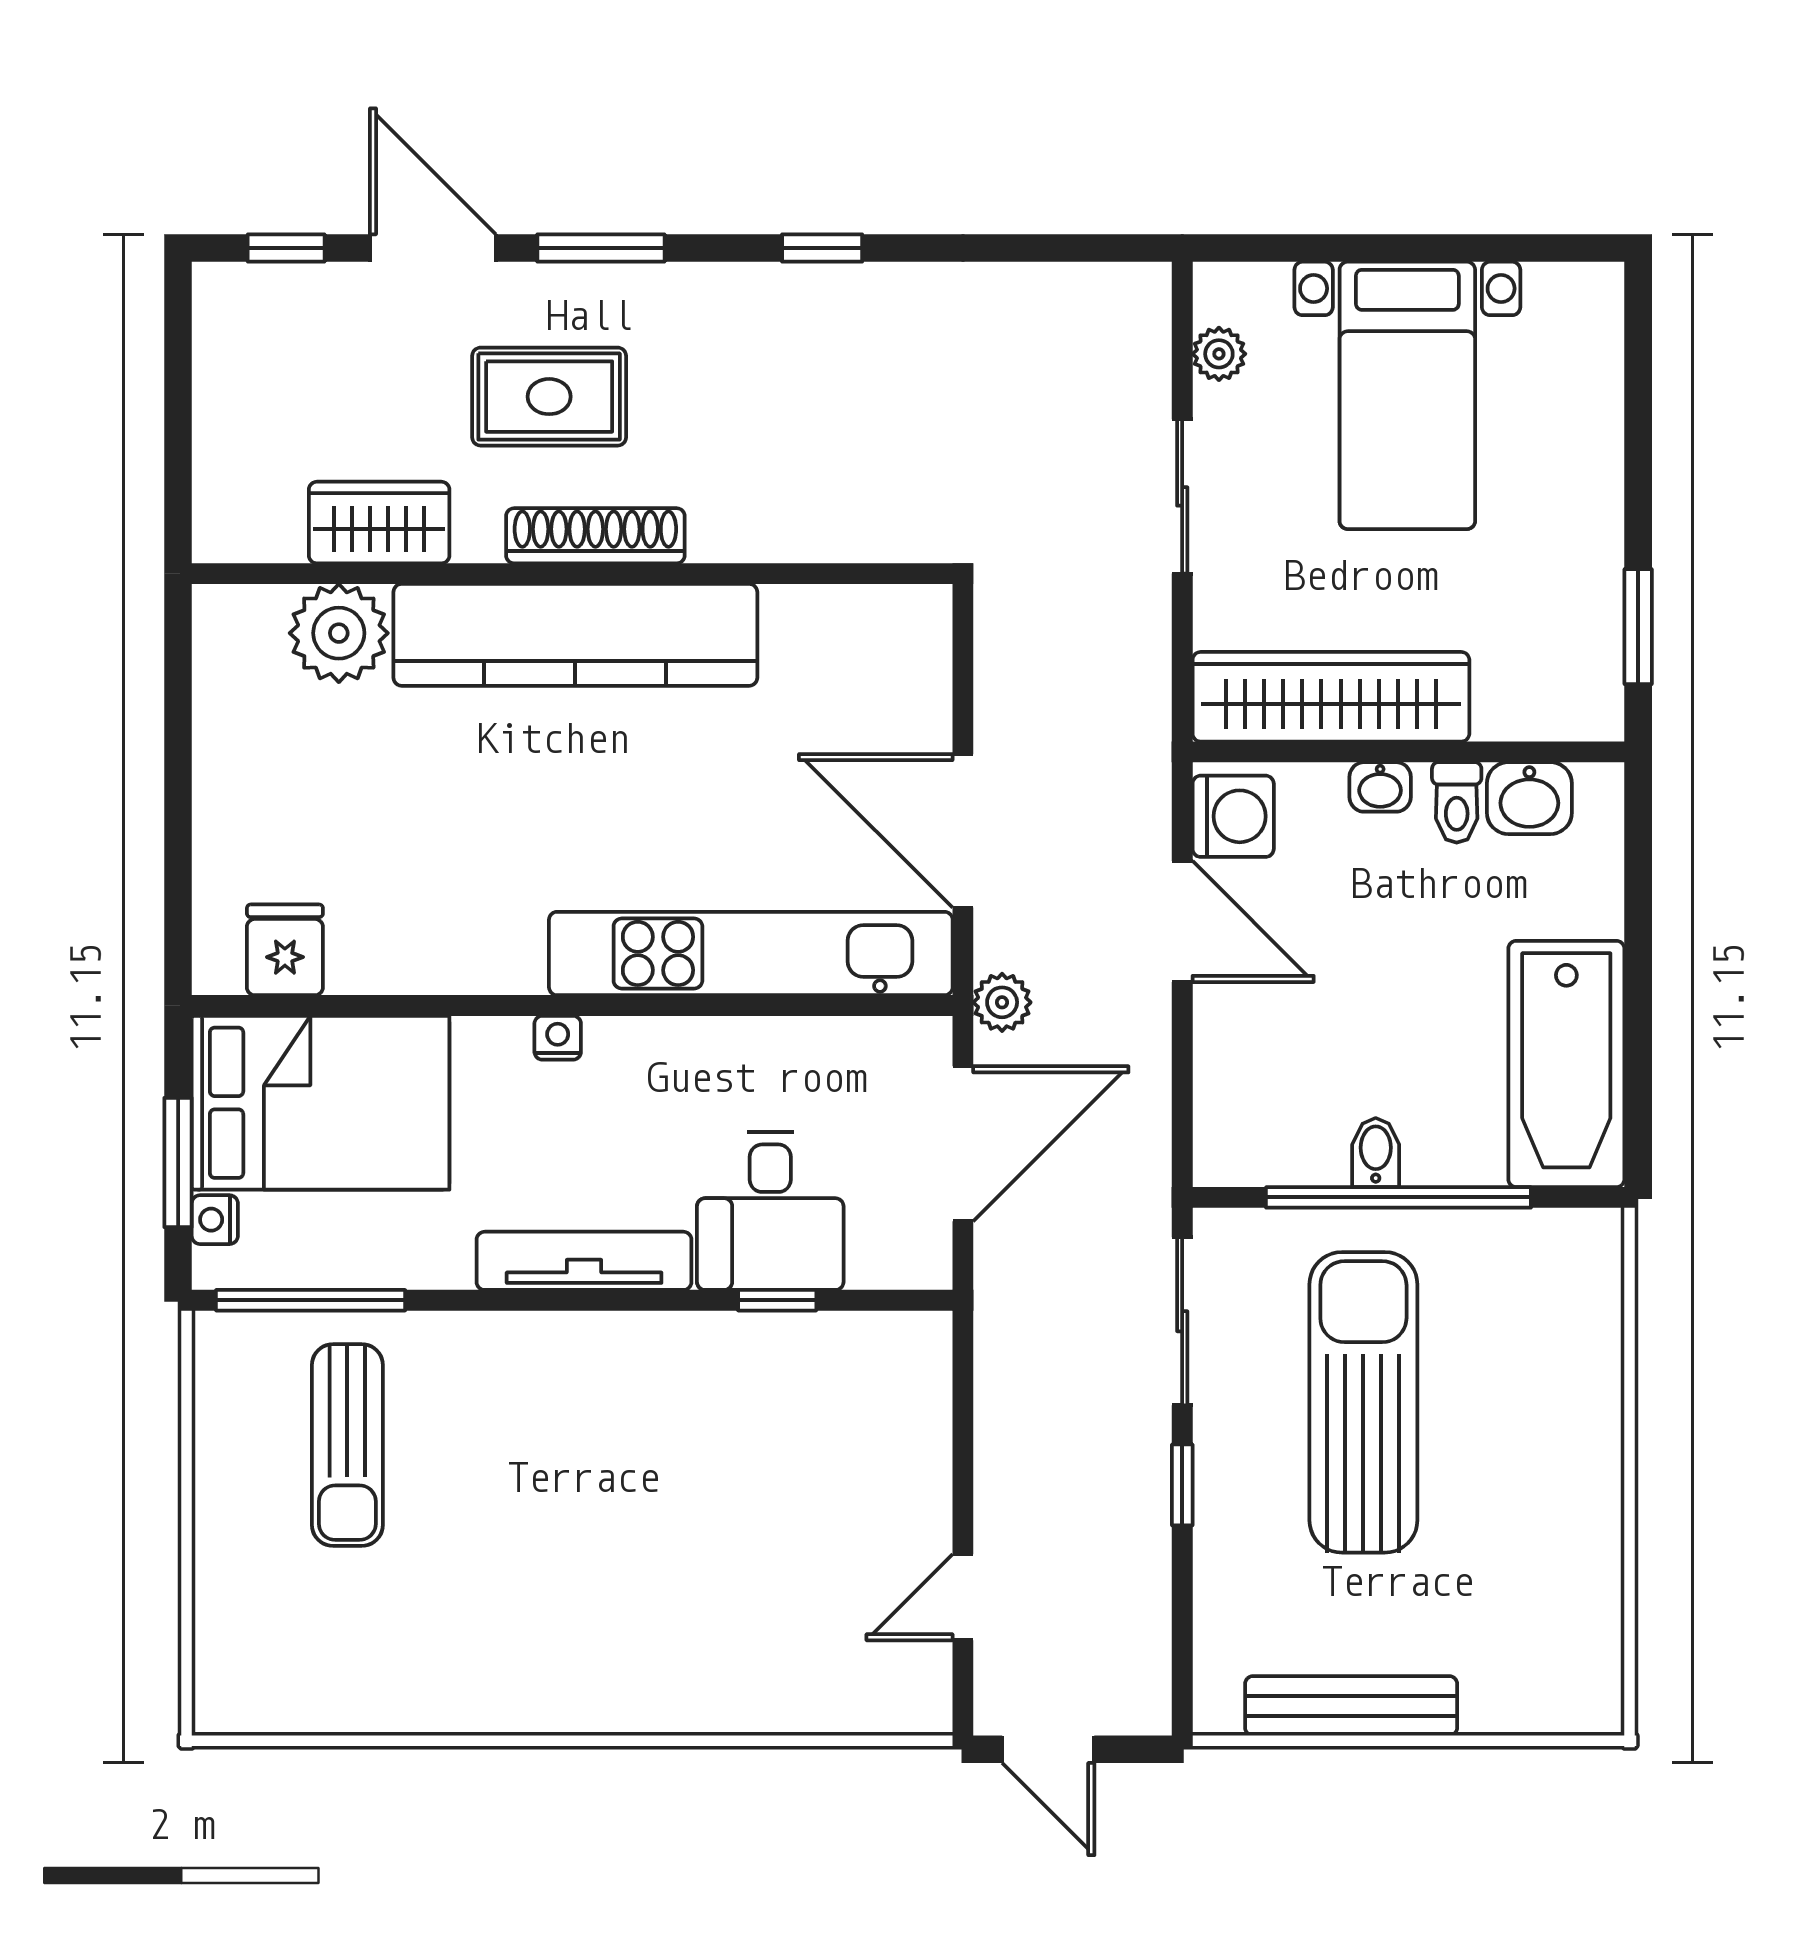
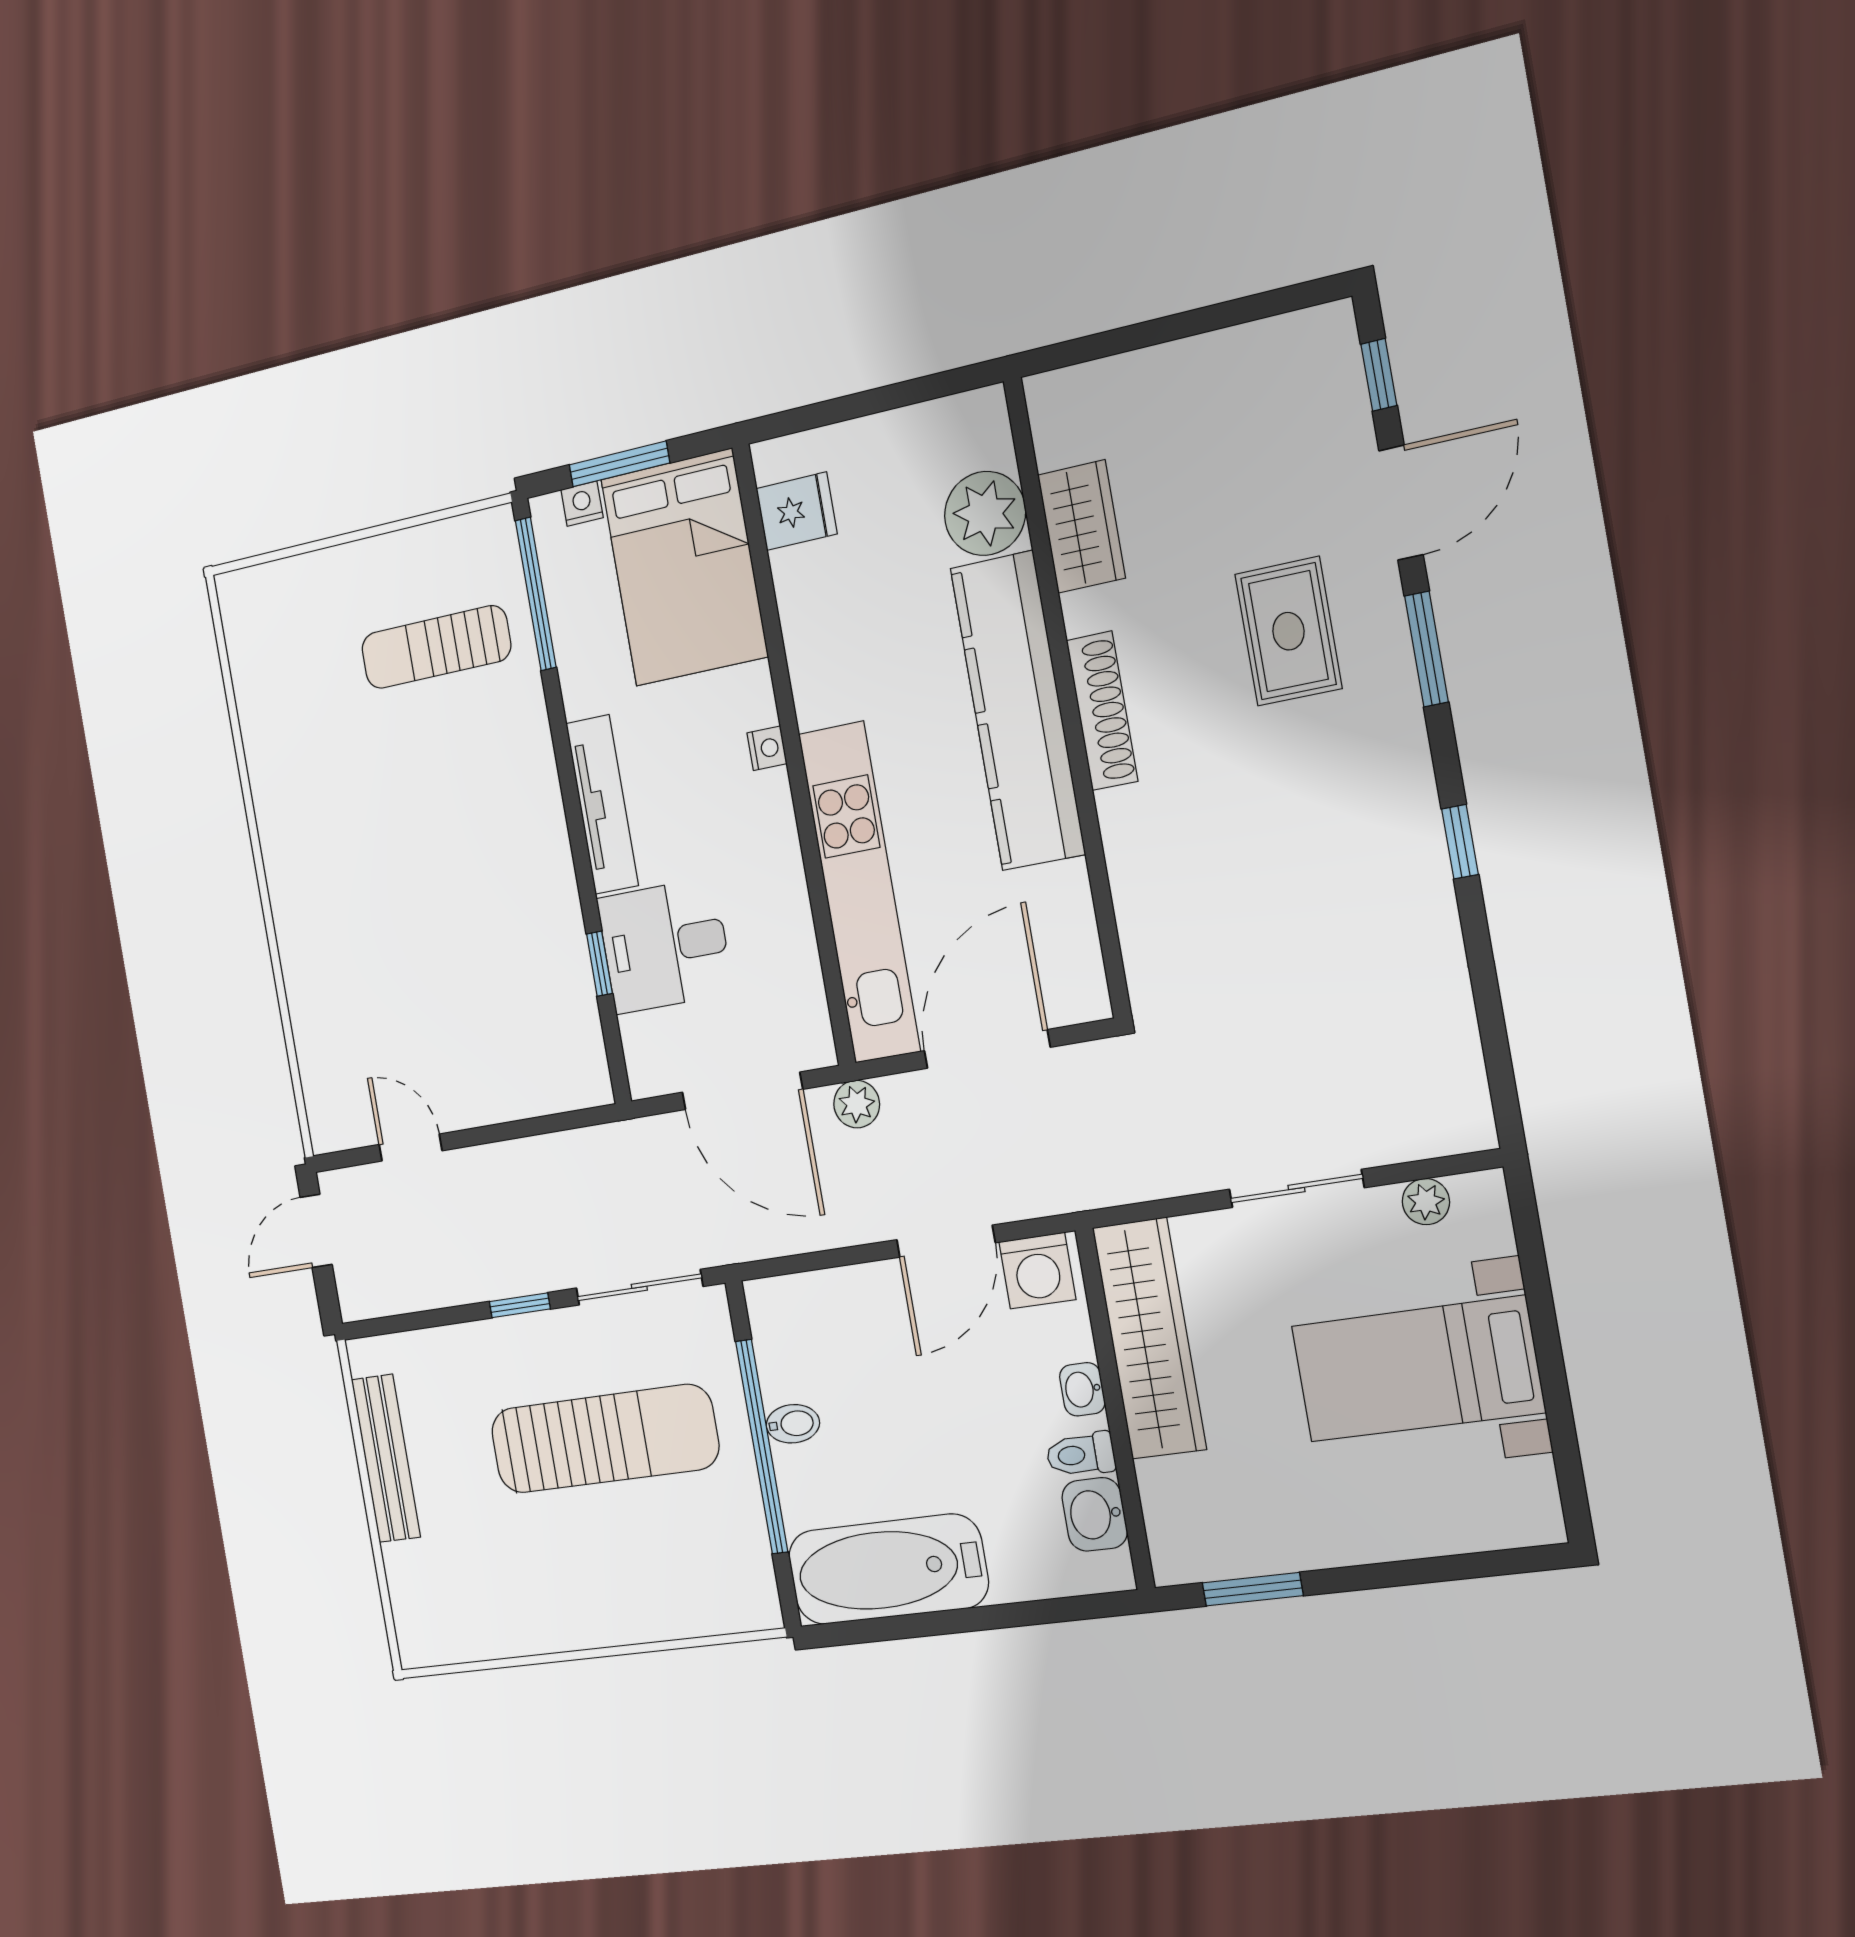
wardrobe: (379, 523) -> (1081, 526), moved
shoe rack: (595, 536) -> (1102, 711), moved
wall: (572, 574) -> (1067, 698), moved
plant: (339, 633) -> (985, 513), moved
kitchen counter: (575, 635) -> (1018, 711), moved

